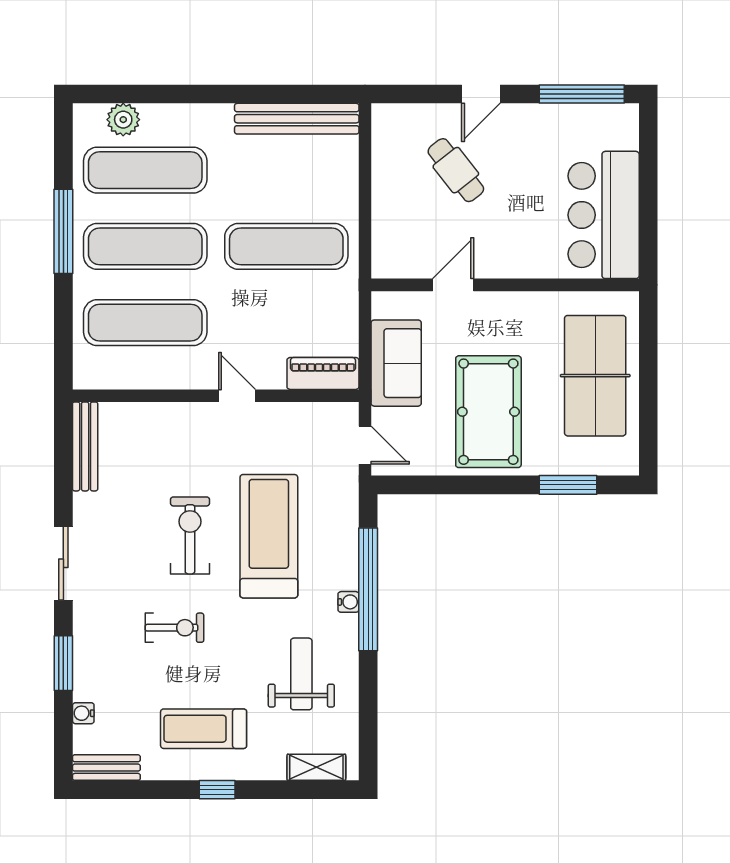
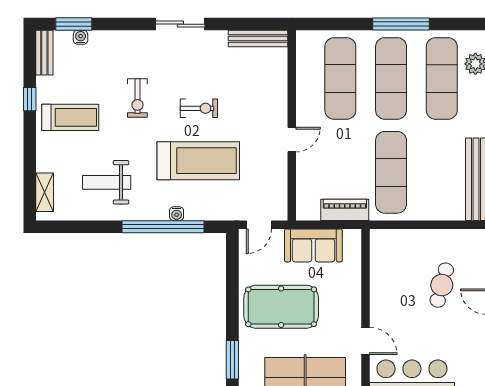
cafe table: (456, 170) -> (442, 285), turned -37
door: (453, 285) -> (365, 341), moved
piano: (323, 373) -> (345, 210), moved, turned -90
exercise bike: (190, 535) -> (199, 108), width x0.73, depth x0.72
water cooler: (348, 602) -> (177, 214), moved
window: (63, 663) -> (74, 24), moved
weight bench: (301, 674) -> (107, 182), turned 180
treadmill: (204, 729) -> (70, 117), turned 90
window: (217, 790) -> (30, 99), moved

